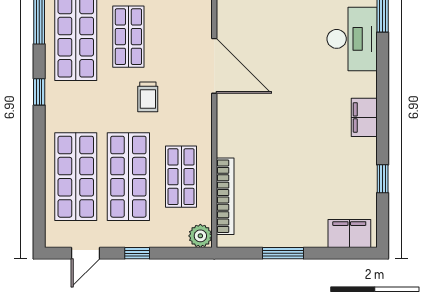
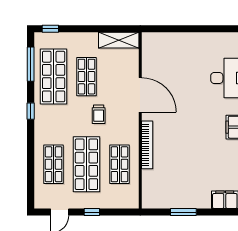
shop shelf: (76, 177) -> (54, 164), width x0.70, depth x0.74
bookcase: (225, 196) -> (147, 145), moved
plant: (200, 236) -> (132, 201), removed

